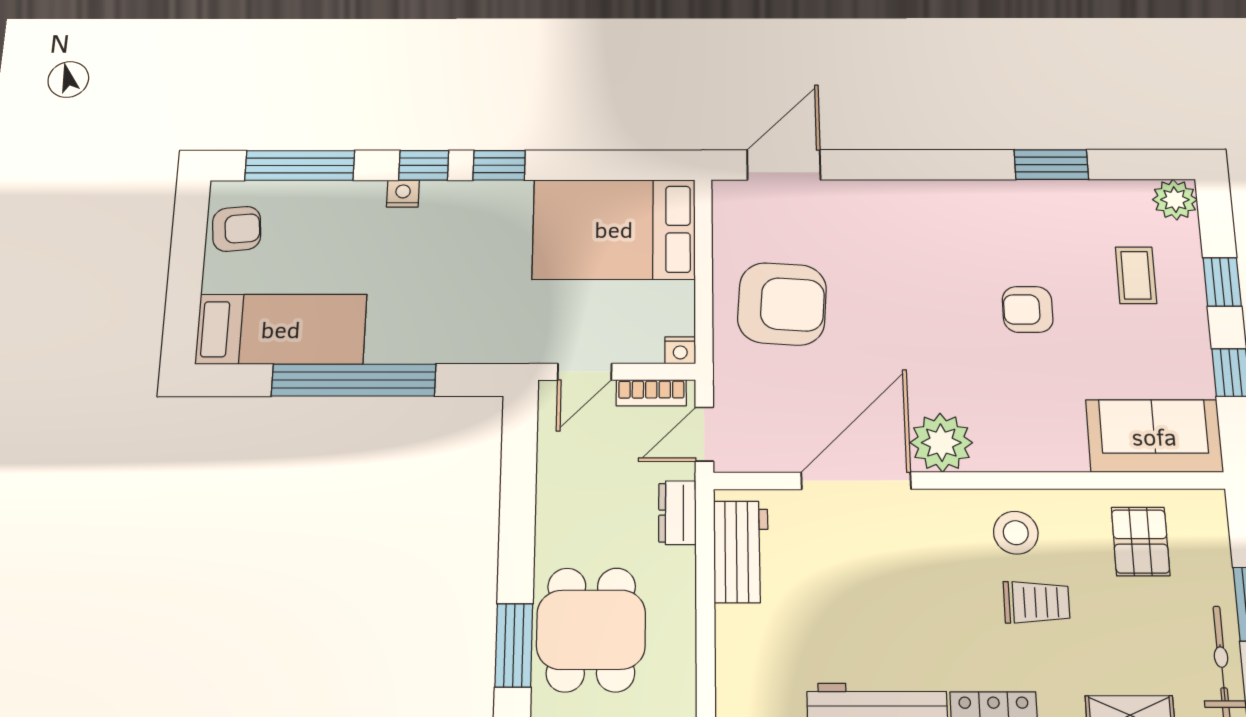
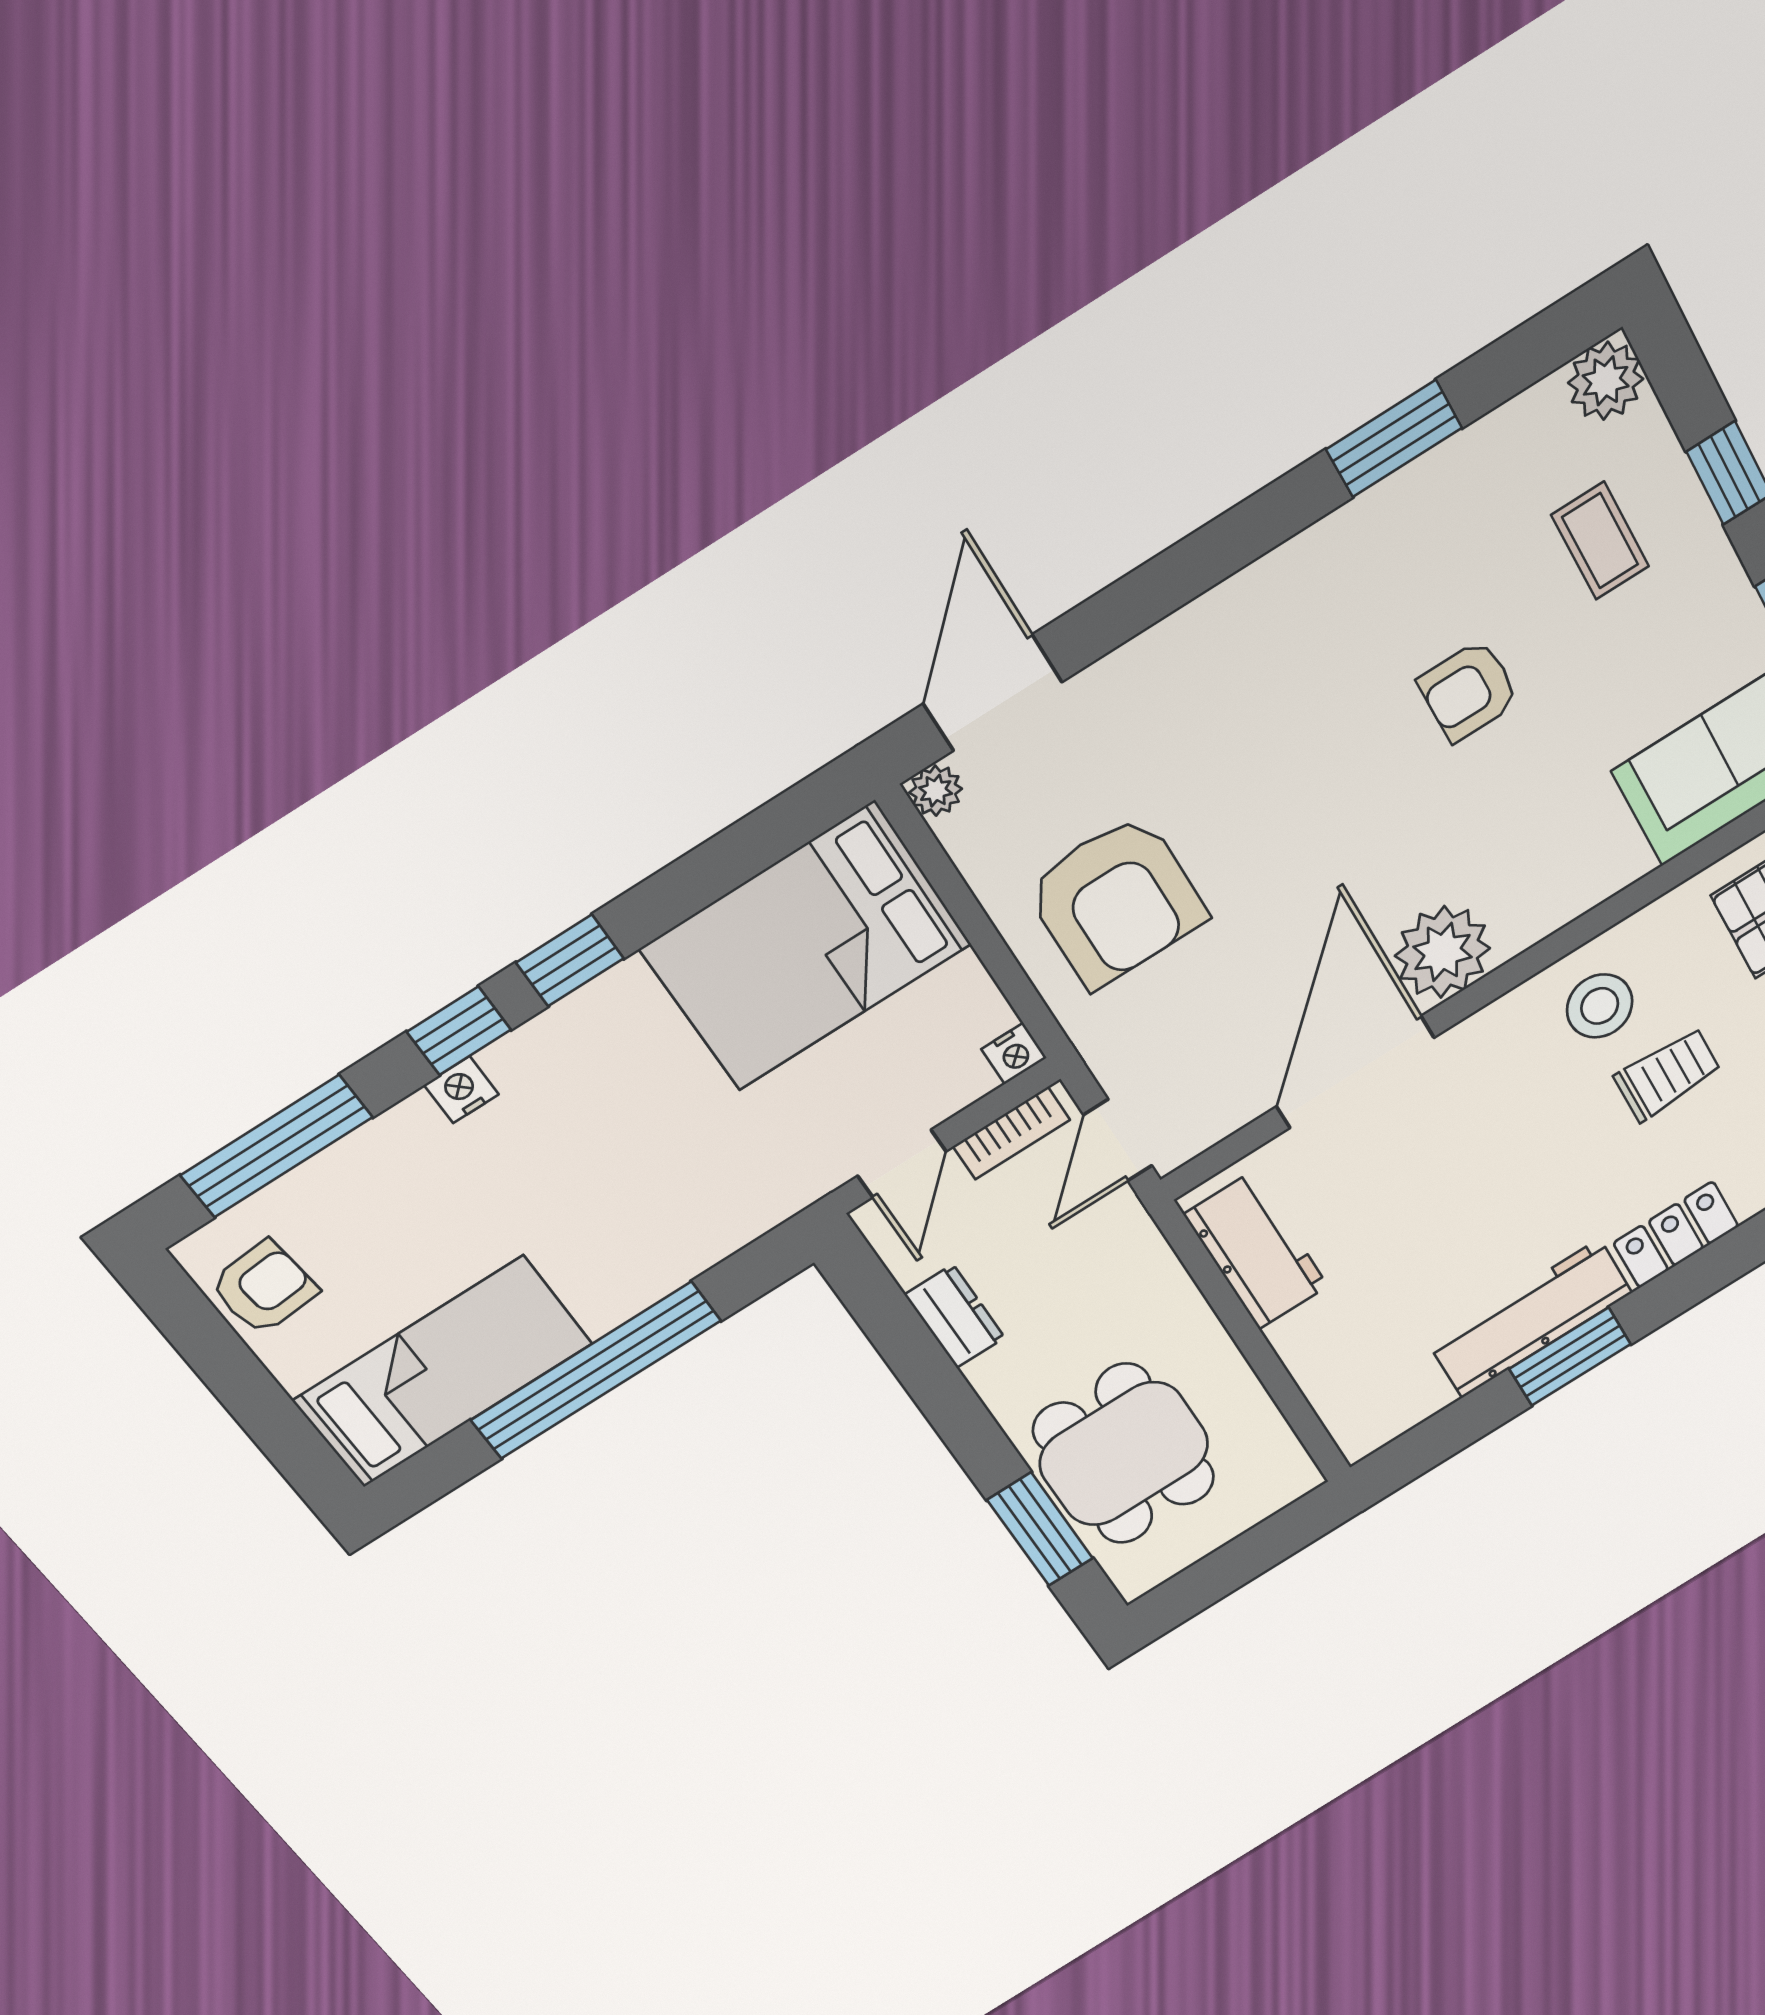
plant: (727, 194) -> (936, 791), added
armchair: (782, 304) -> (1116, 901), turned 86
dresser: (677, 513) -> (955, 1316), moved, turned 180

